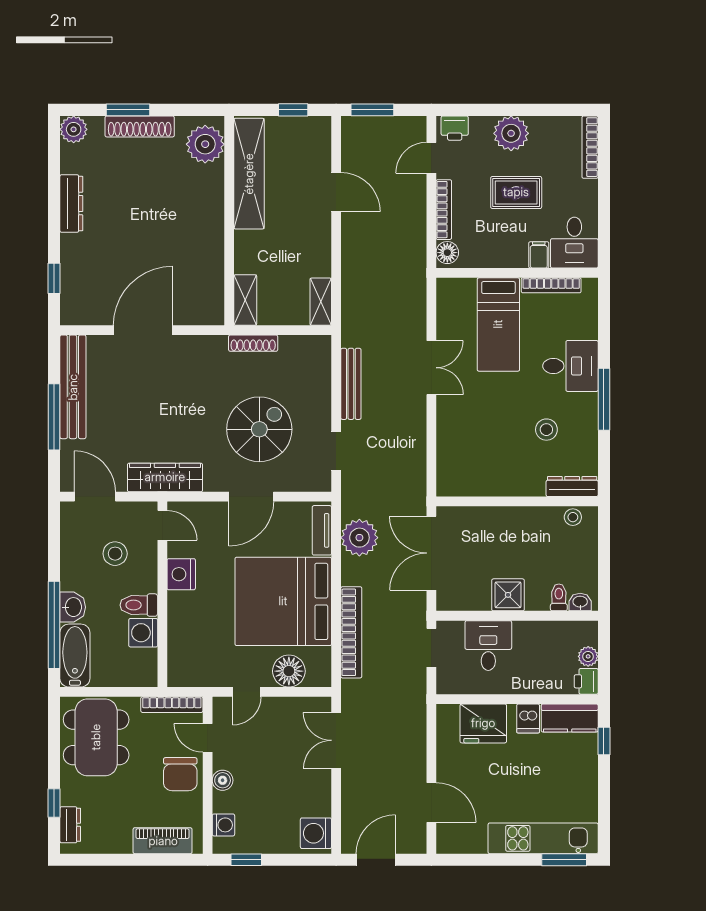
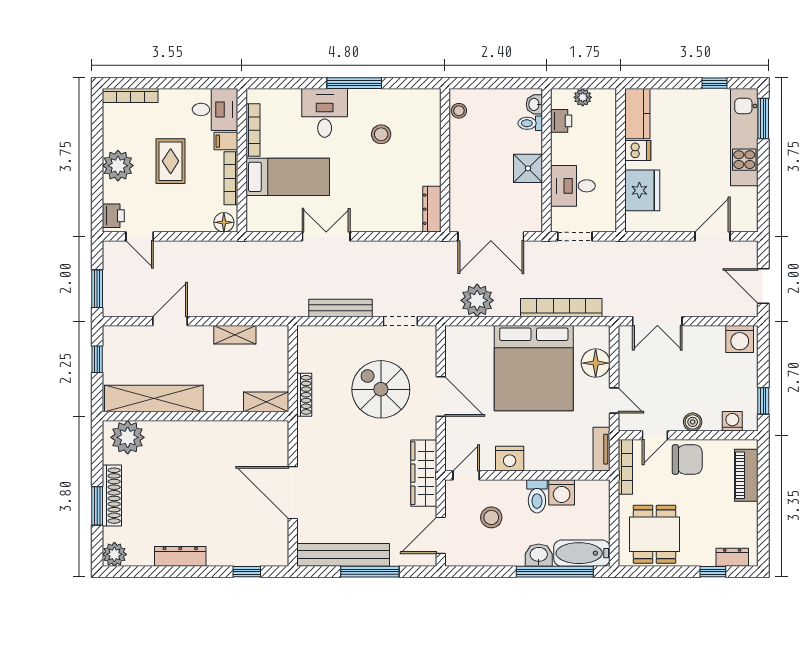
bookcase: (444, 210) -> (231, 178), moved, turned -90
shelving: (321, 302) -> (235, 335), moved
dresser: (572, 487) -> (432, 209), moved
tv unit: (322, 530) -> (602, 449), moved, turned 90
printer: (586, 681) -> (561, 121), moved, turned -90
dining table: (96, 737) -> (655, 534), width x0.73
window: (604, 741) -> (715, 83), moved

